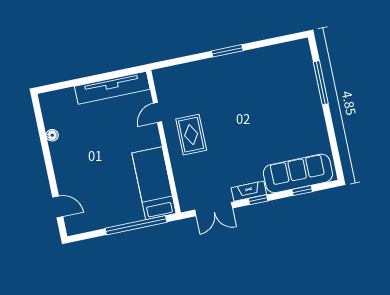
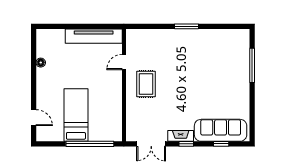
bed: (154, 183) -> (76, 115), moved

